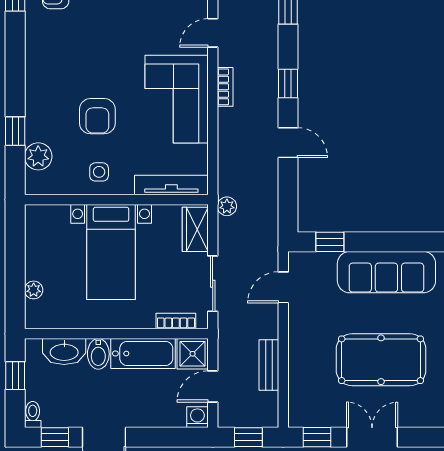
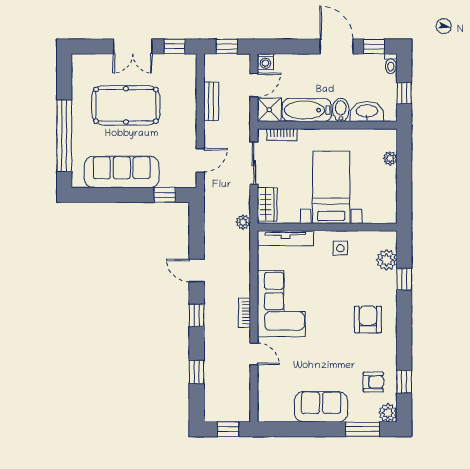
door: (213, 33) -> (254, 354), hinge flipped
armchair: (97, 116) -> (368, 319), moved

